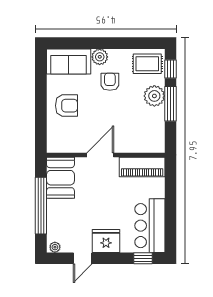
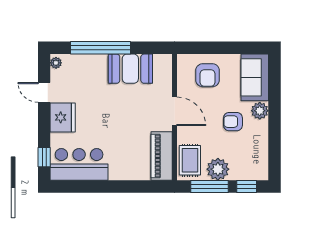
rug: (147, 64) -> (190, 160), moved
armchair: (110, 82) -> (233, 122), turned 180
door: (100, 155) -> (175, 111), moved
wall: (106, 155) -> (175, 117), moved
piano: (142, 167) -> (162, 156), moved

